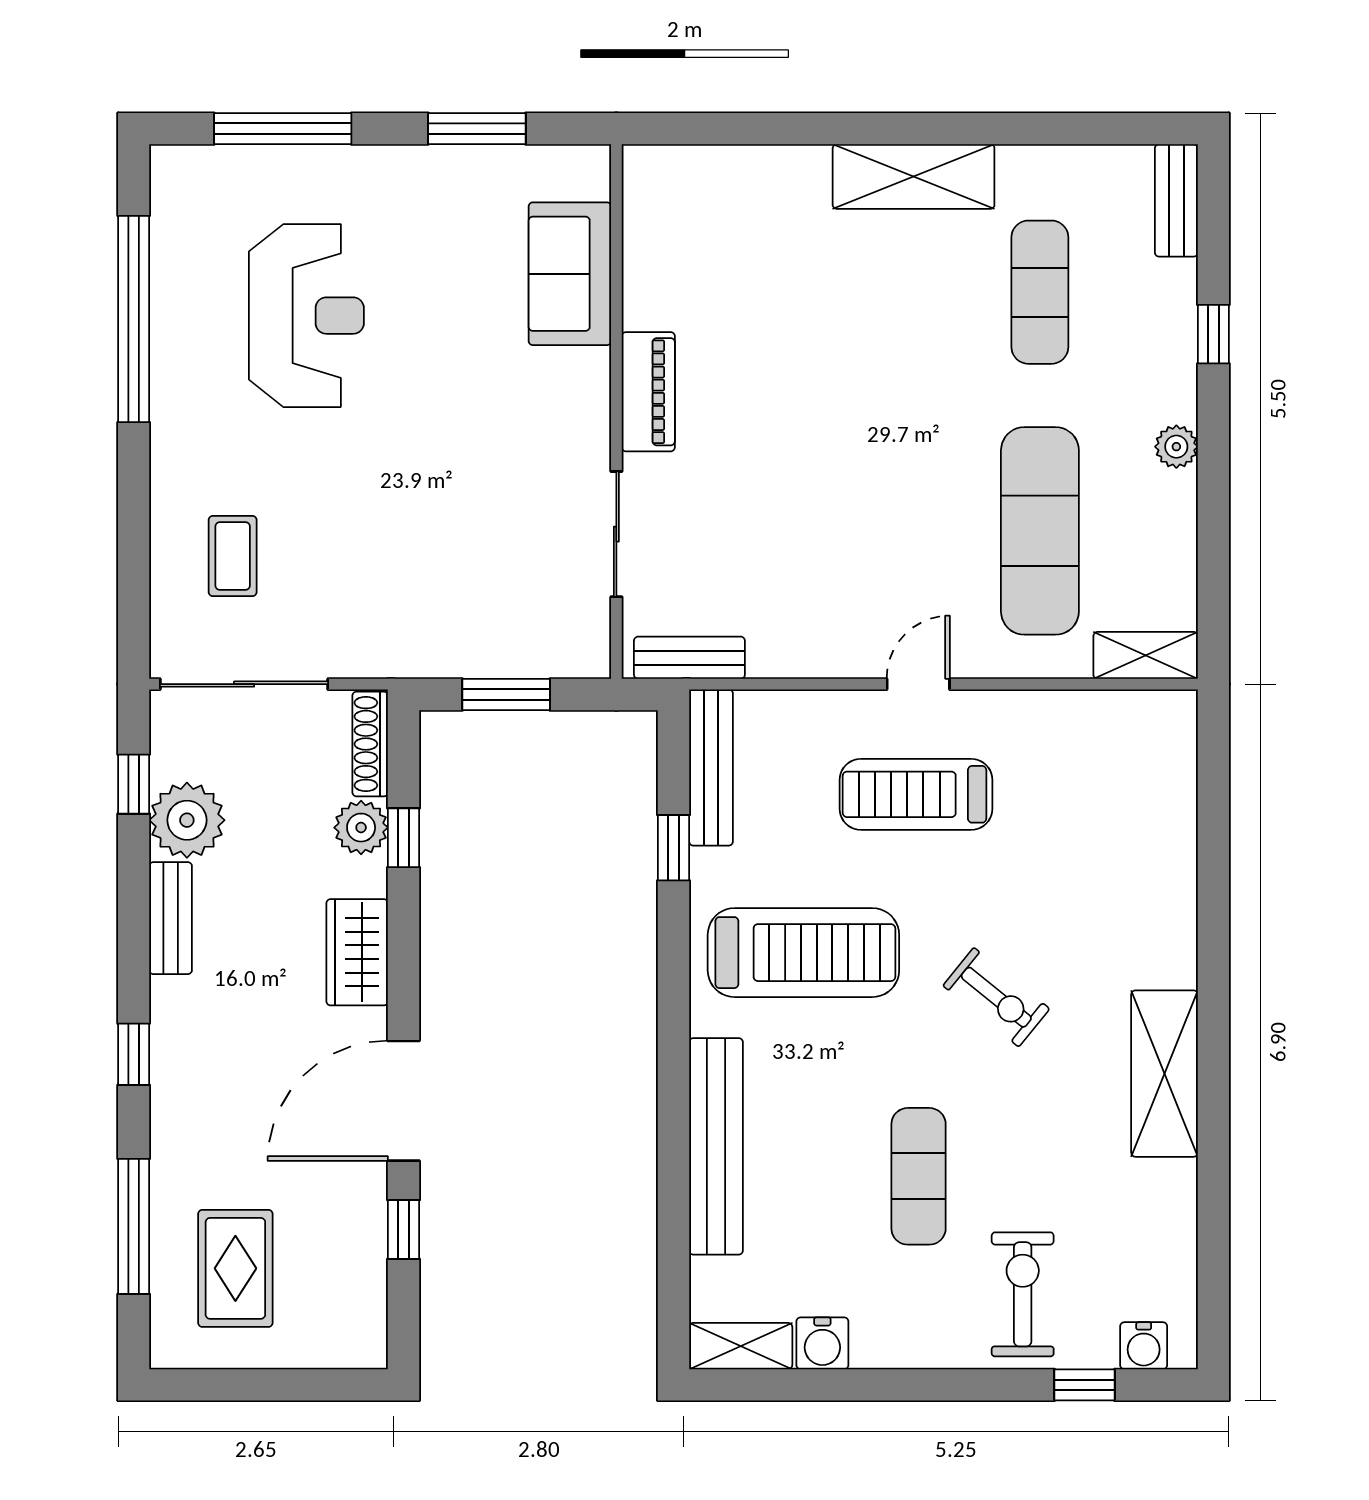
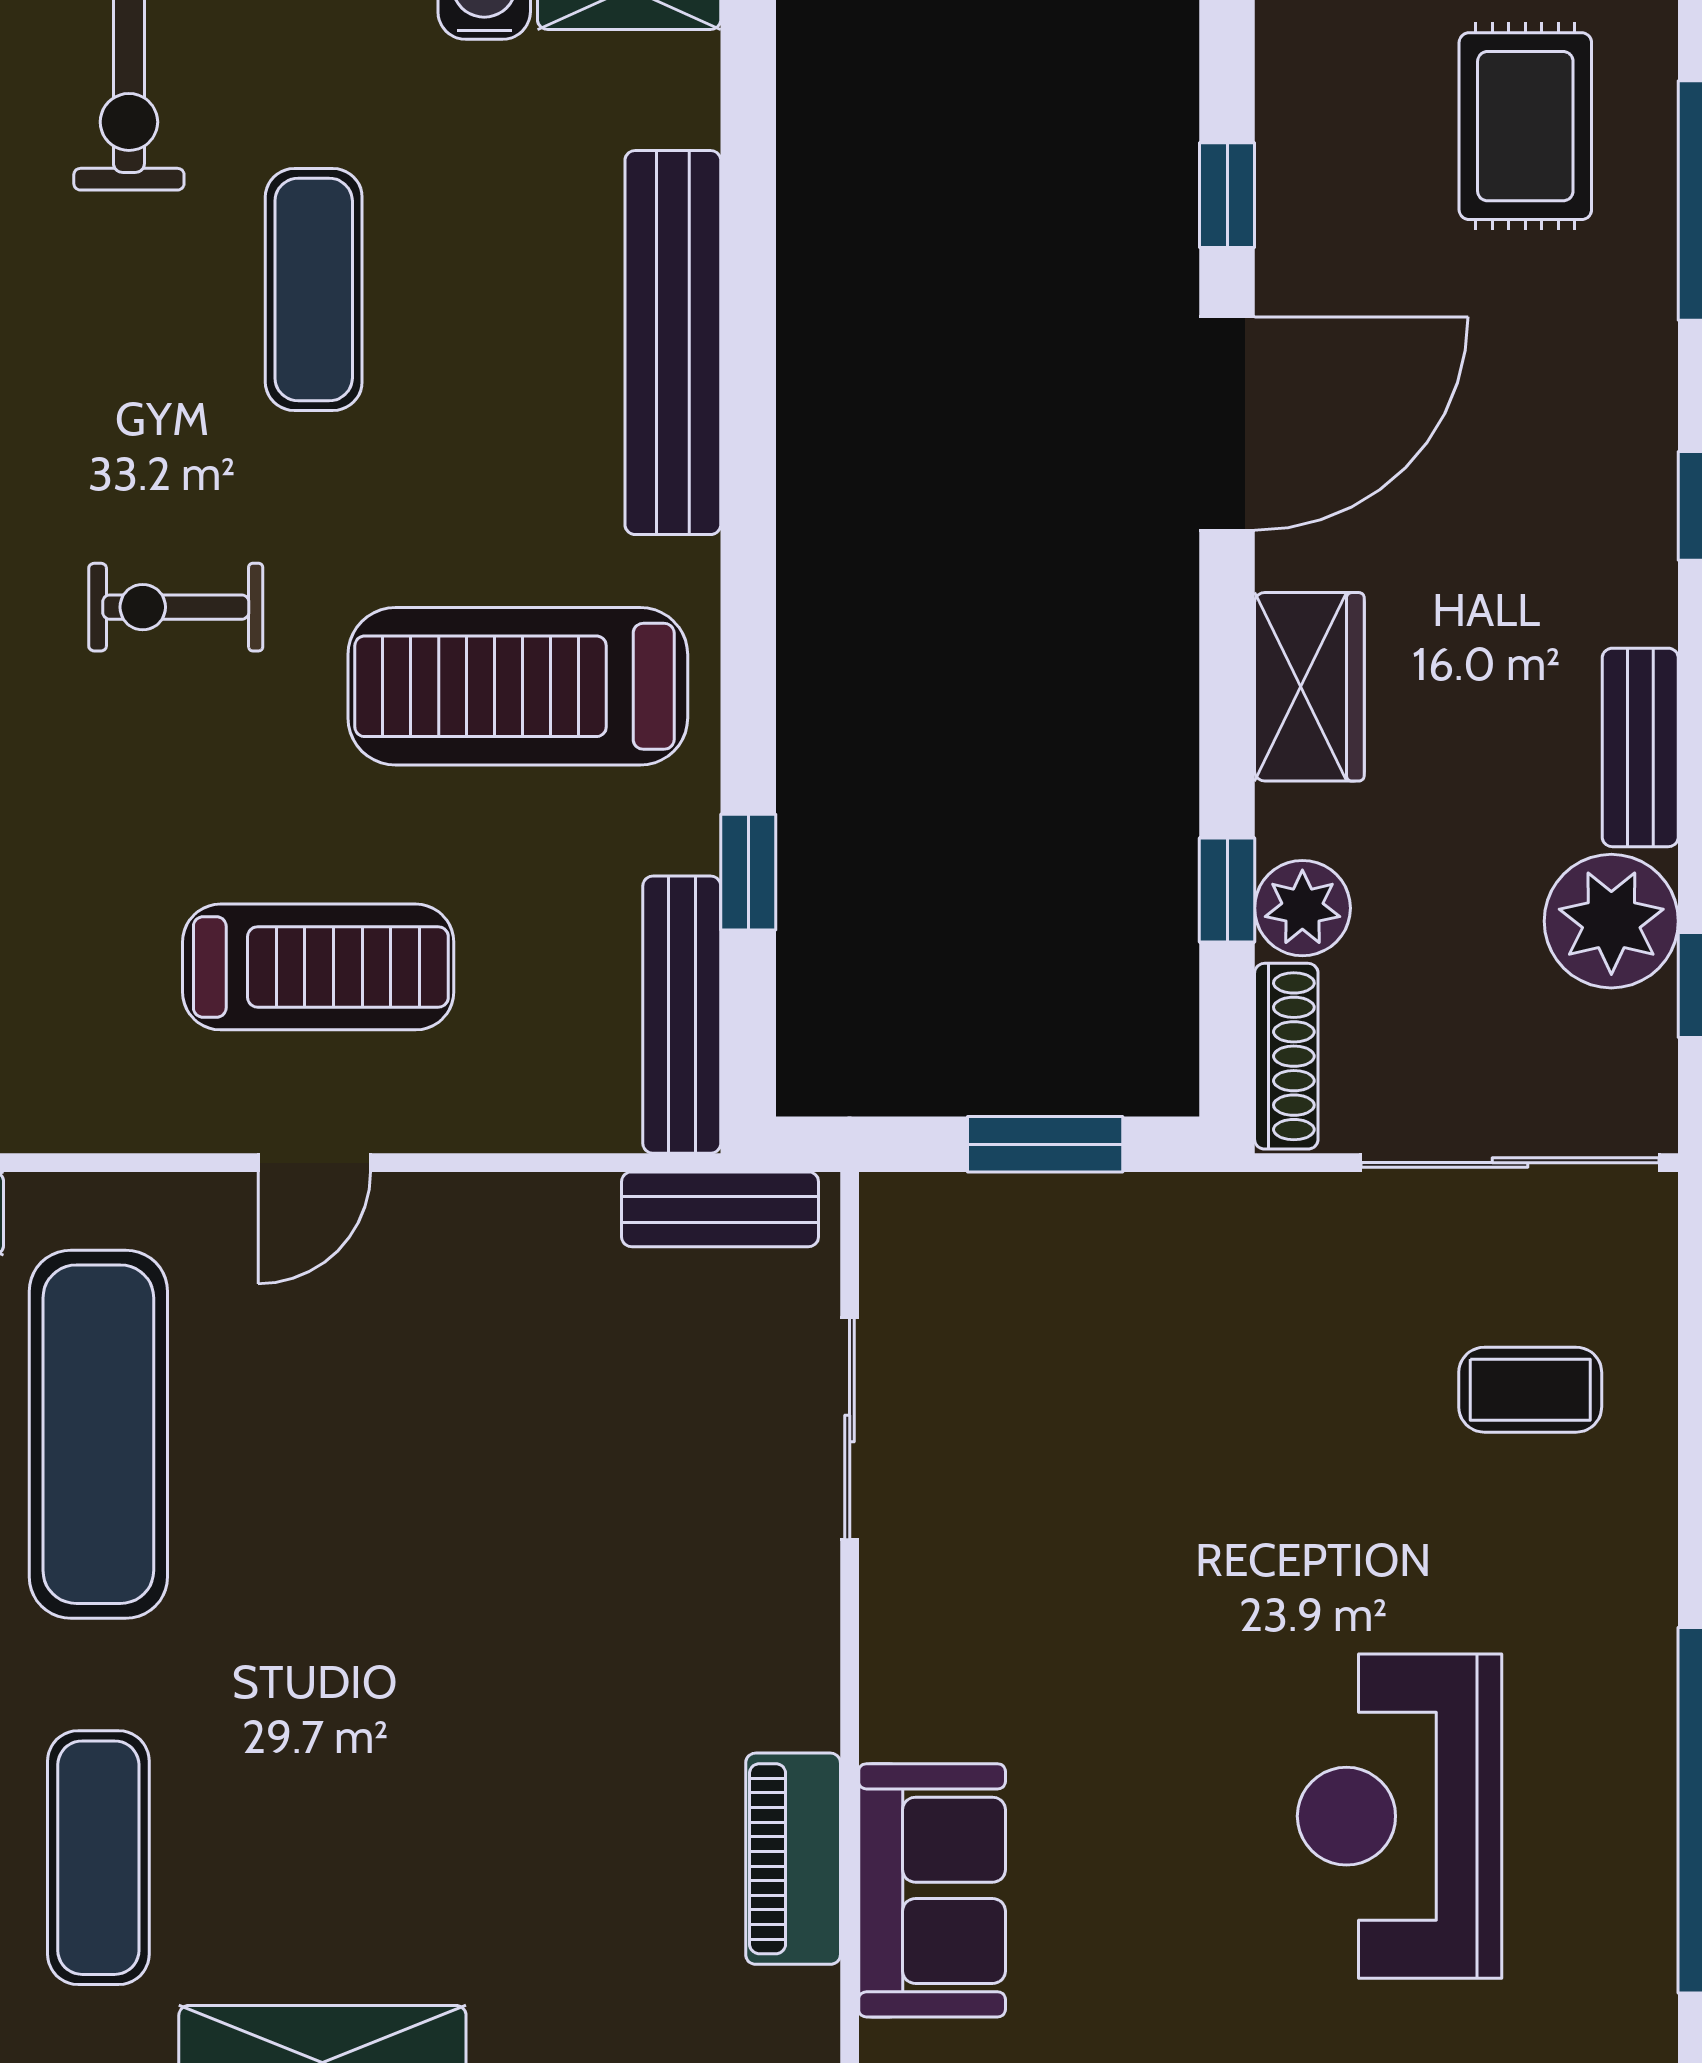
piano: (648, 392) -> (793, 1859), moved
coffee table: (233, 556) -> (1530, 1390), turned 90
exercise bike: (996, 997) -> (176, 607), turned -39

